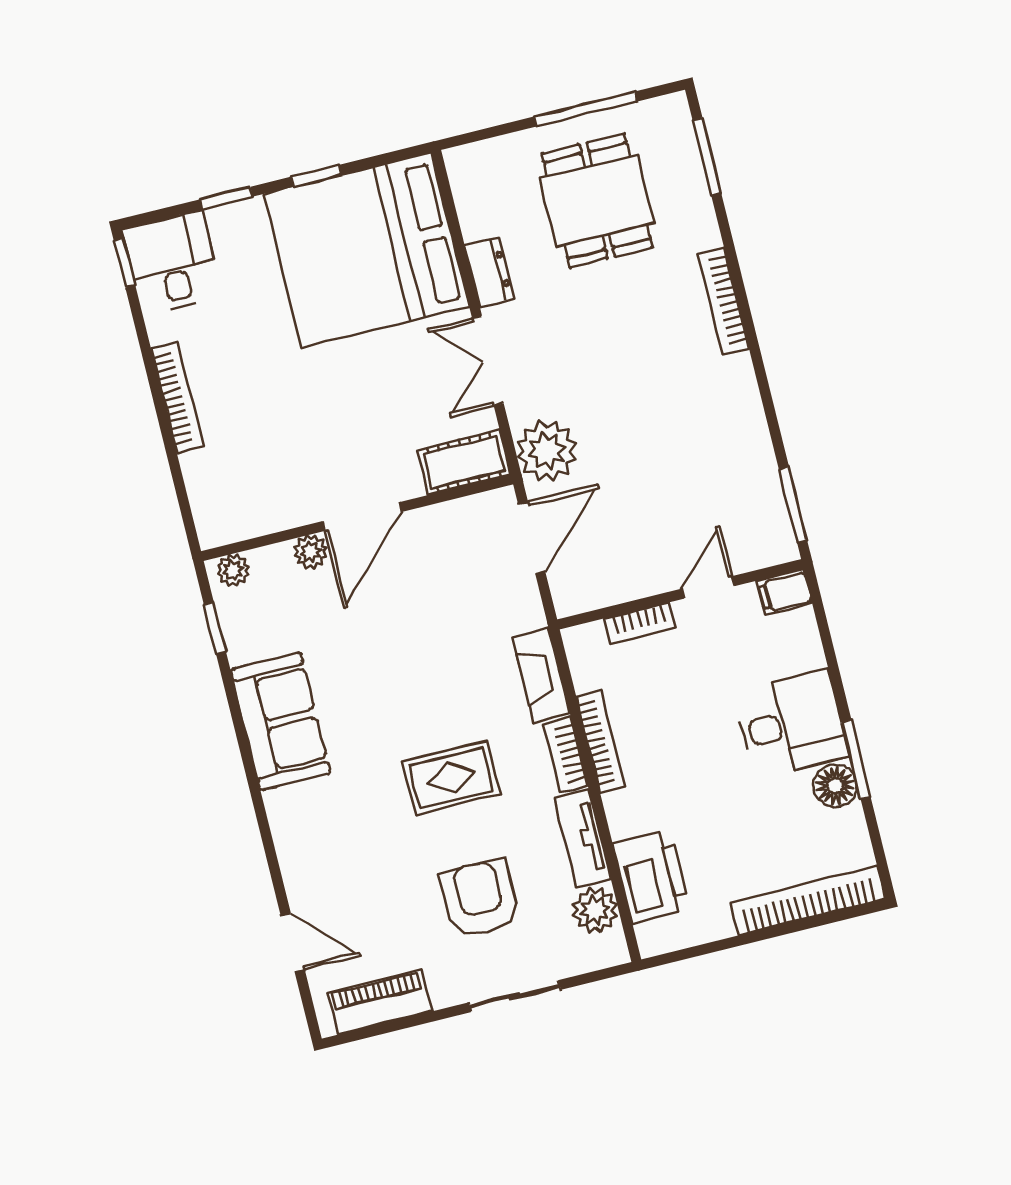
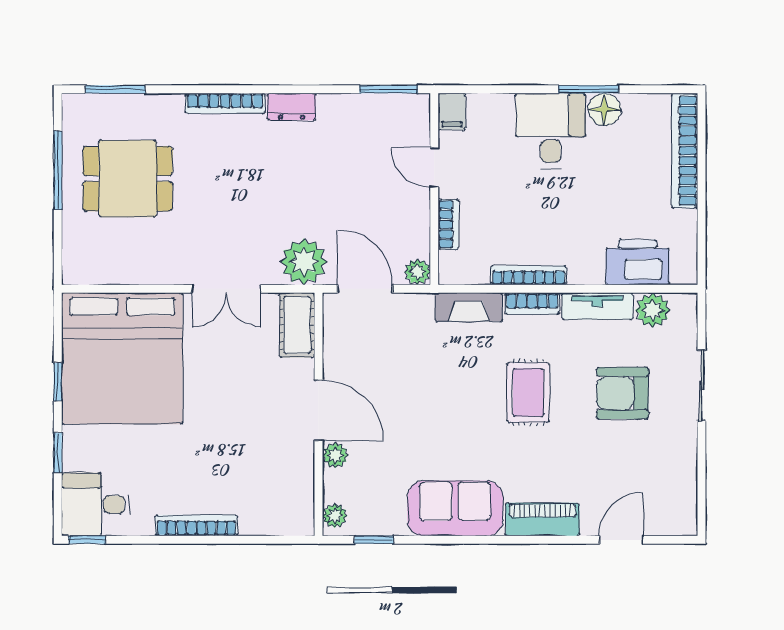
dresser: (489, 272) -> (292, 107), moved, turned 180
plant: (570, 599) -> (417, 272), added
piano: (380, 1002) -> (542, 519), moved, turned 90

